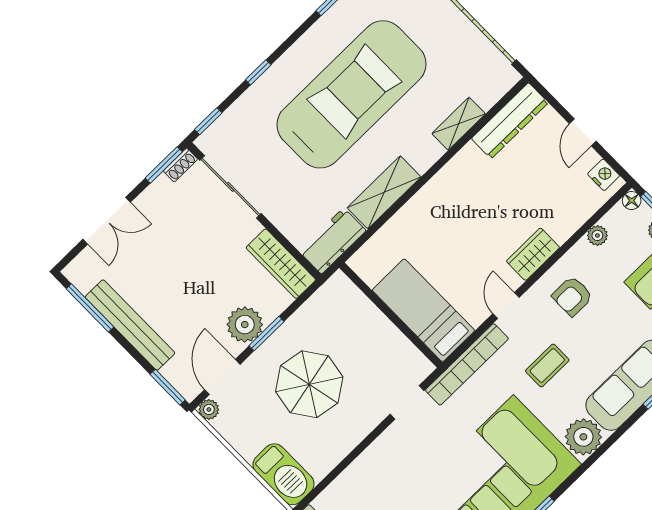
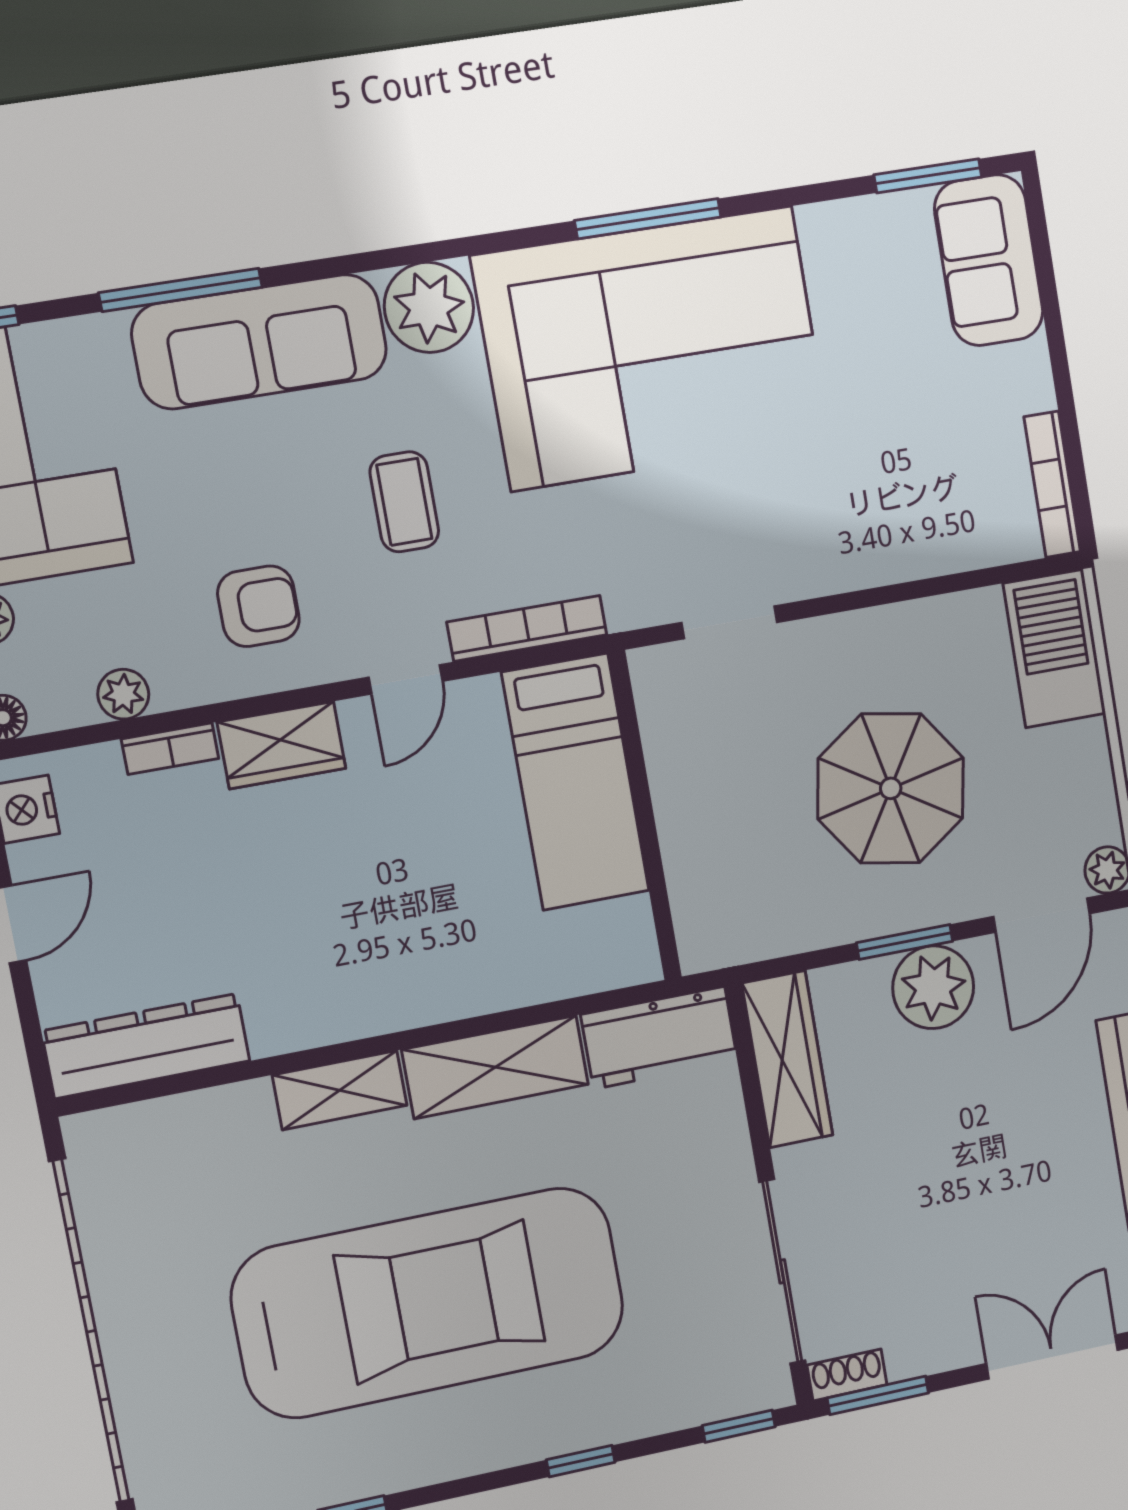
car: (351, 94) -> (429, 1303), turned 180
shelving: (459, 124) -> (340, 1090), moved
bookcase: (570, 228) -> (170, 749), added
bookcase: (467, 364) -> (527, 628), width x0.68, depth x0.76
coffee table: (547, 365) -> (404, 502), turned 90

